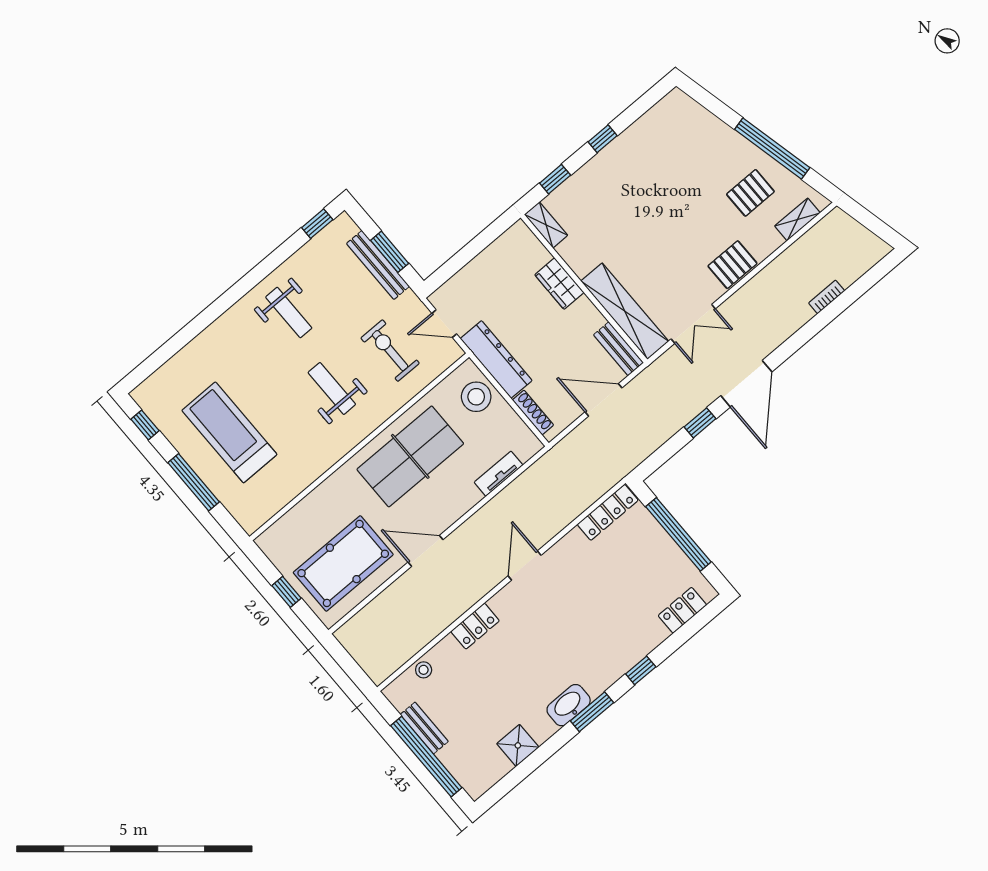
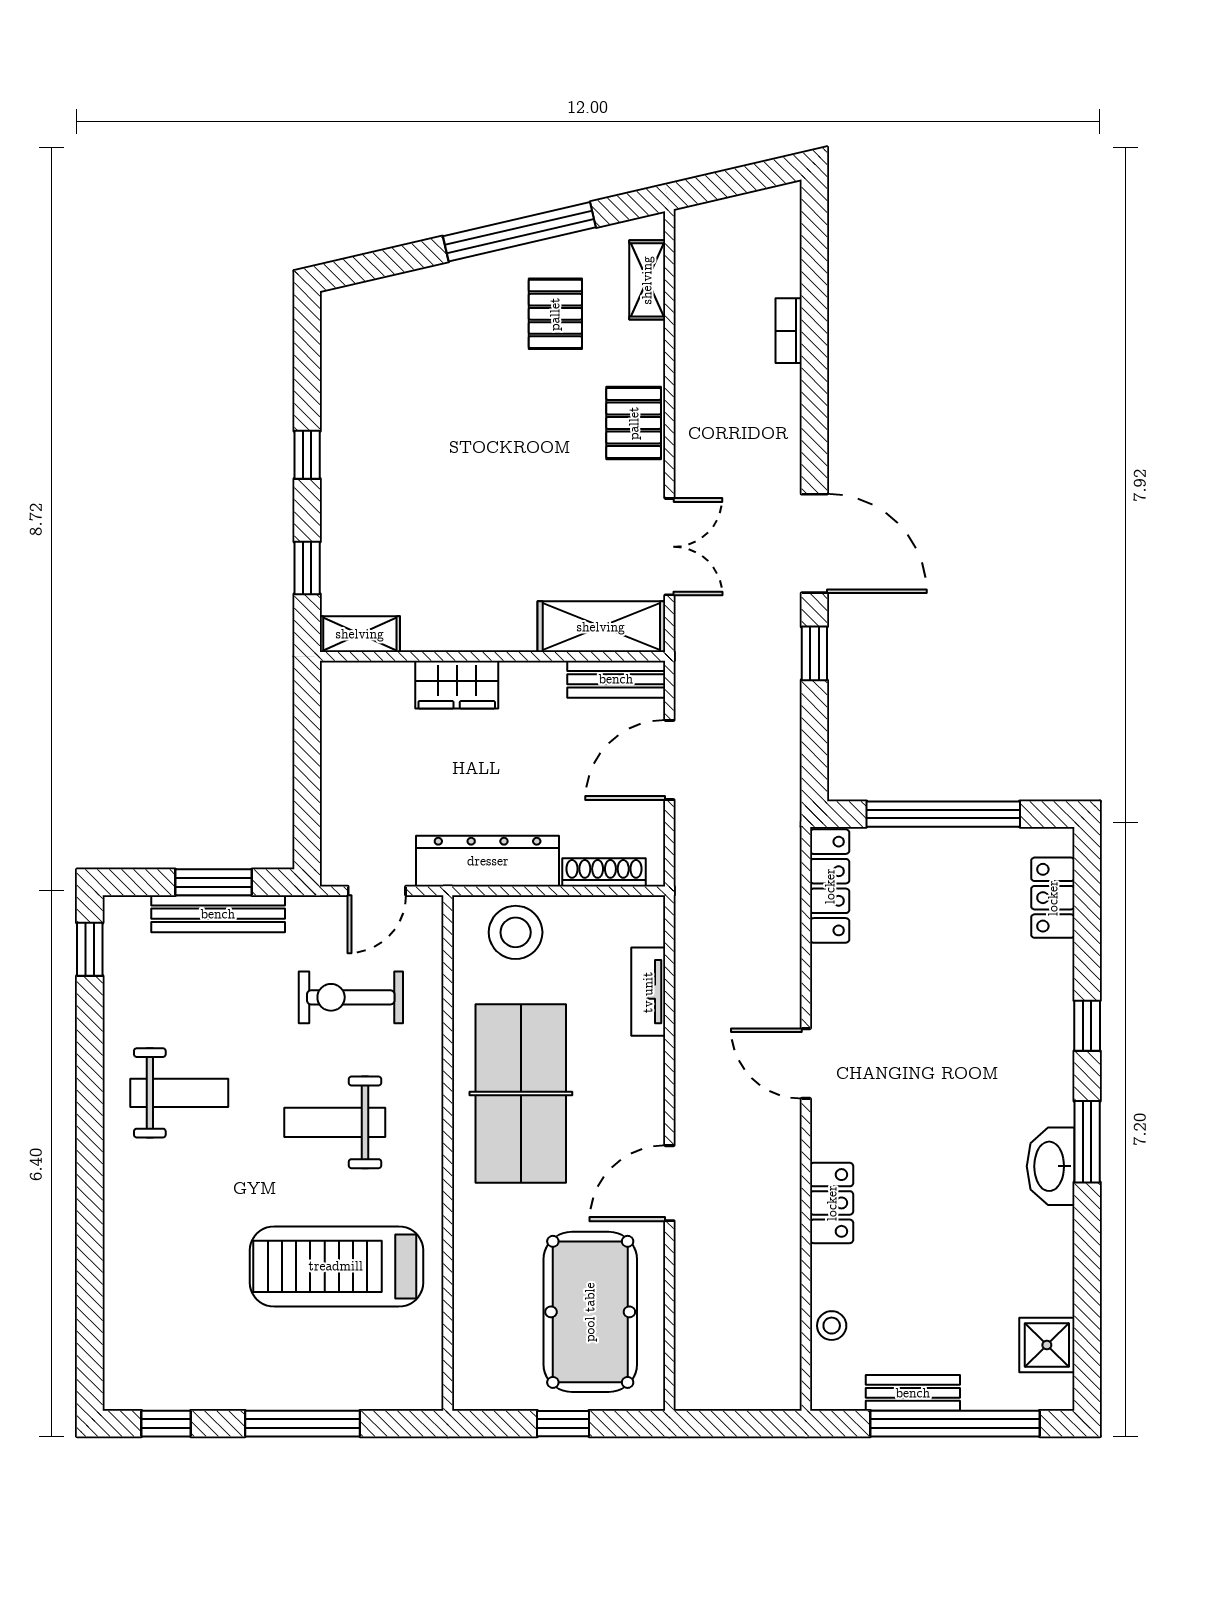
shelving: (625, 311) -> (601, 627), width x0.68
treadmill: (229, 432) -> (336, 1266), moved
shower: (518, 745) -> (1047, 1345), moved

